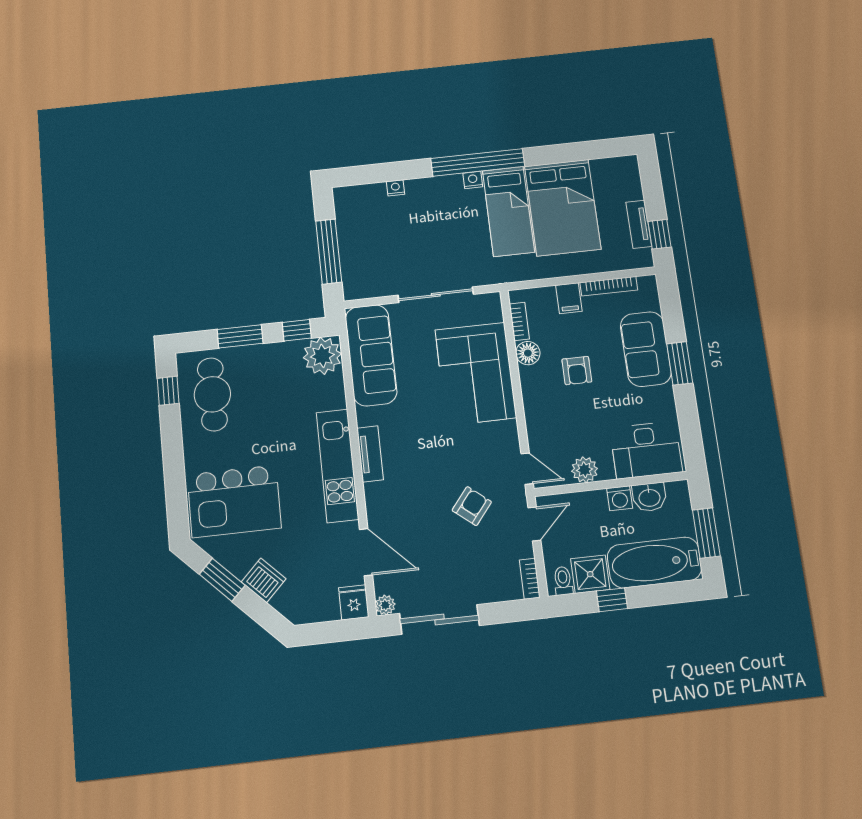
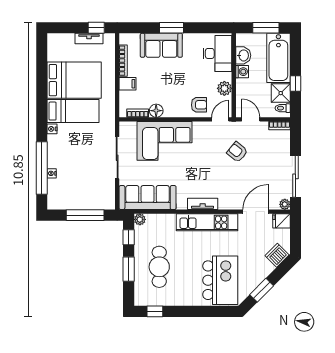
window: (478, 162) -> (42, 168), moved
plant: (322, 356) -> (140, 219), width x0.53, depth x0.53
armchair: (577, 371) -> (199, 105), moved
cafe table: (212, 394) -> (159, 267), moved, turned 90
dishwasher: (264, 580) -> (277, 255), moved

